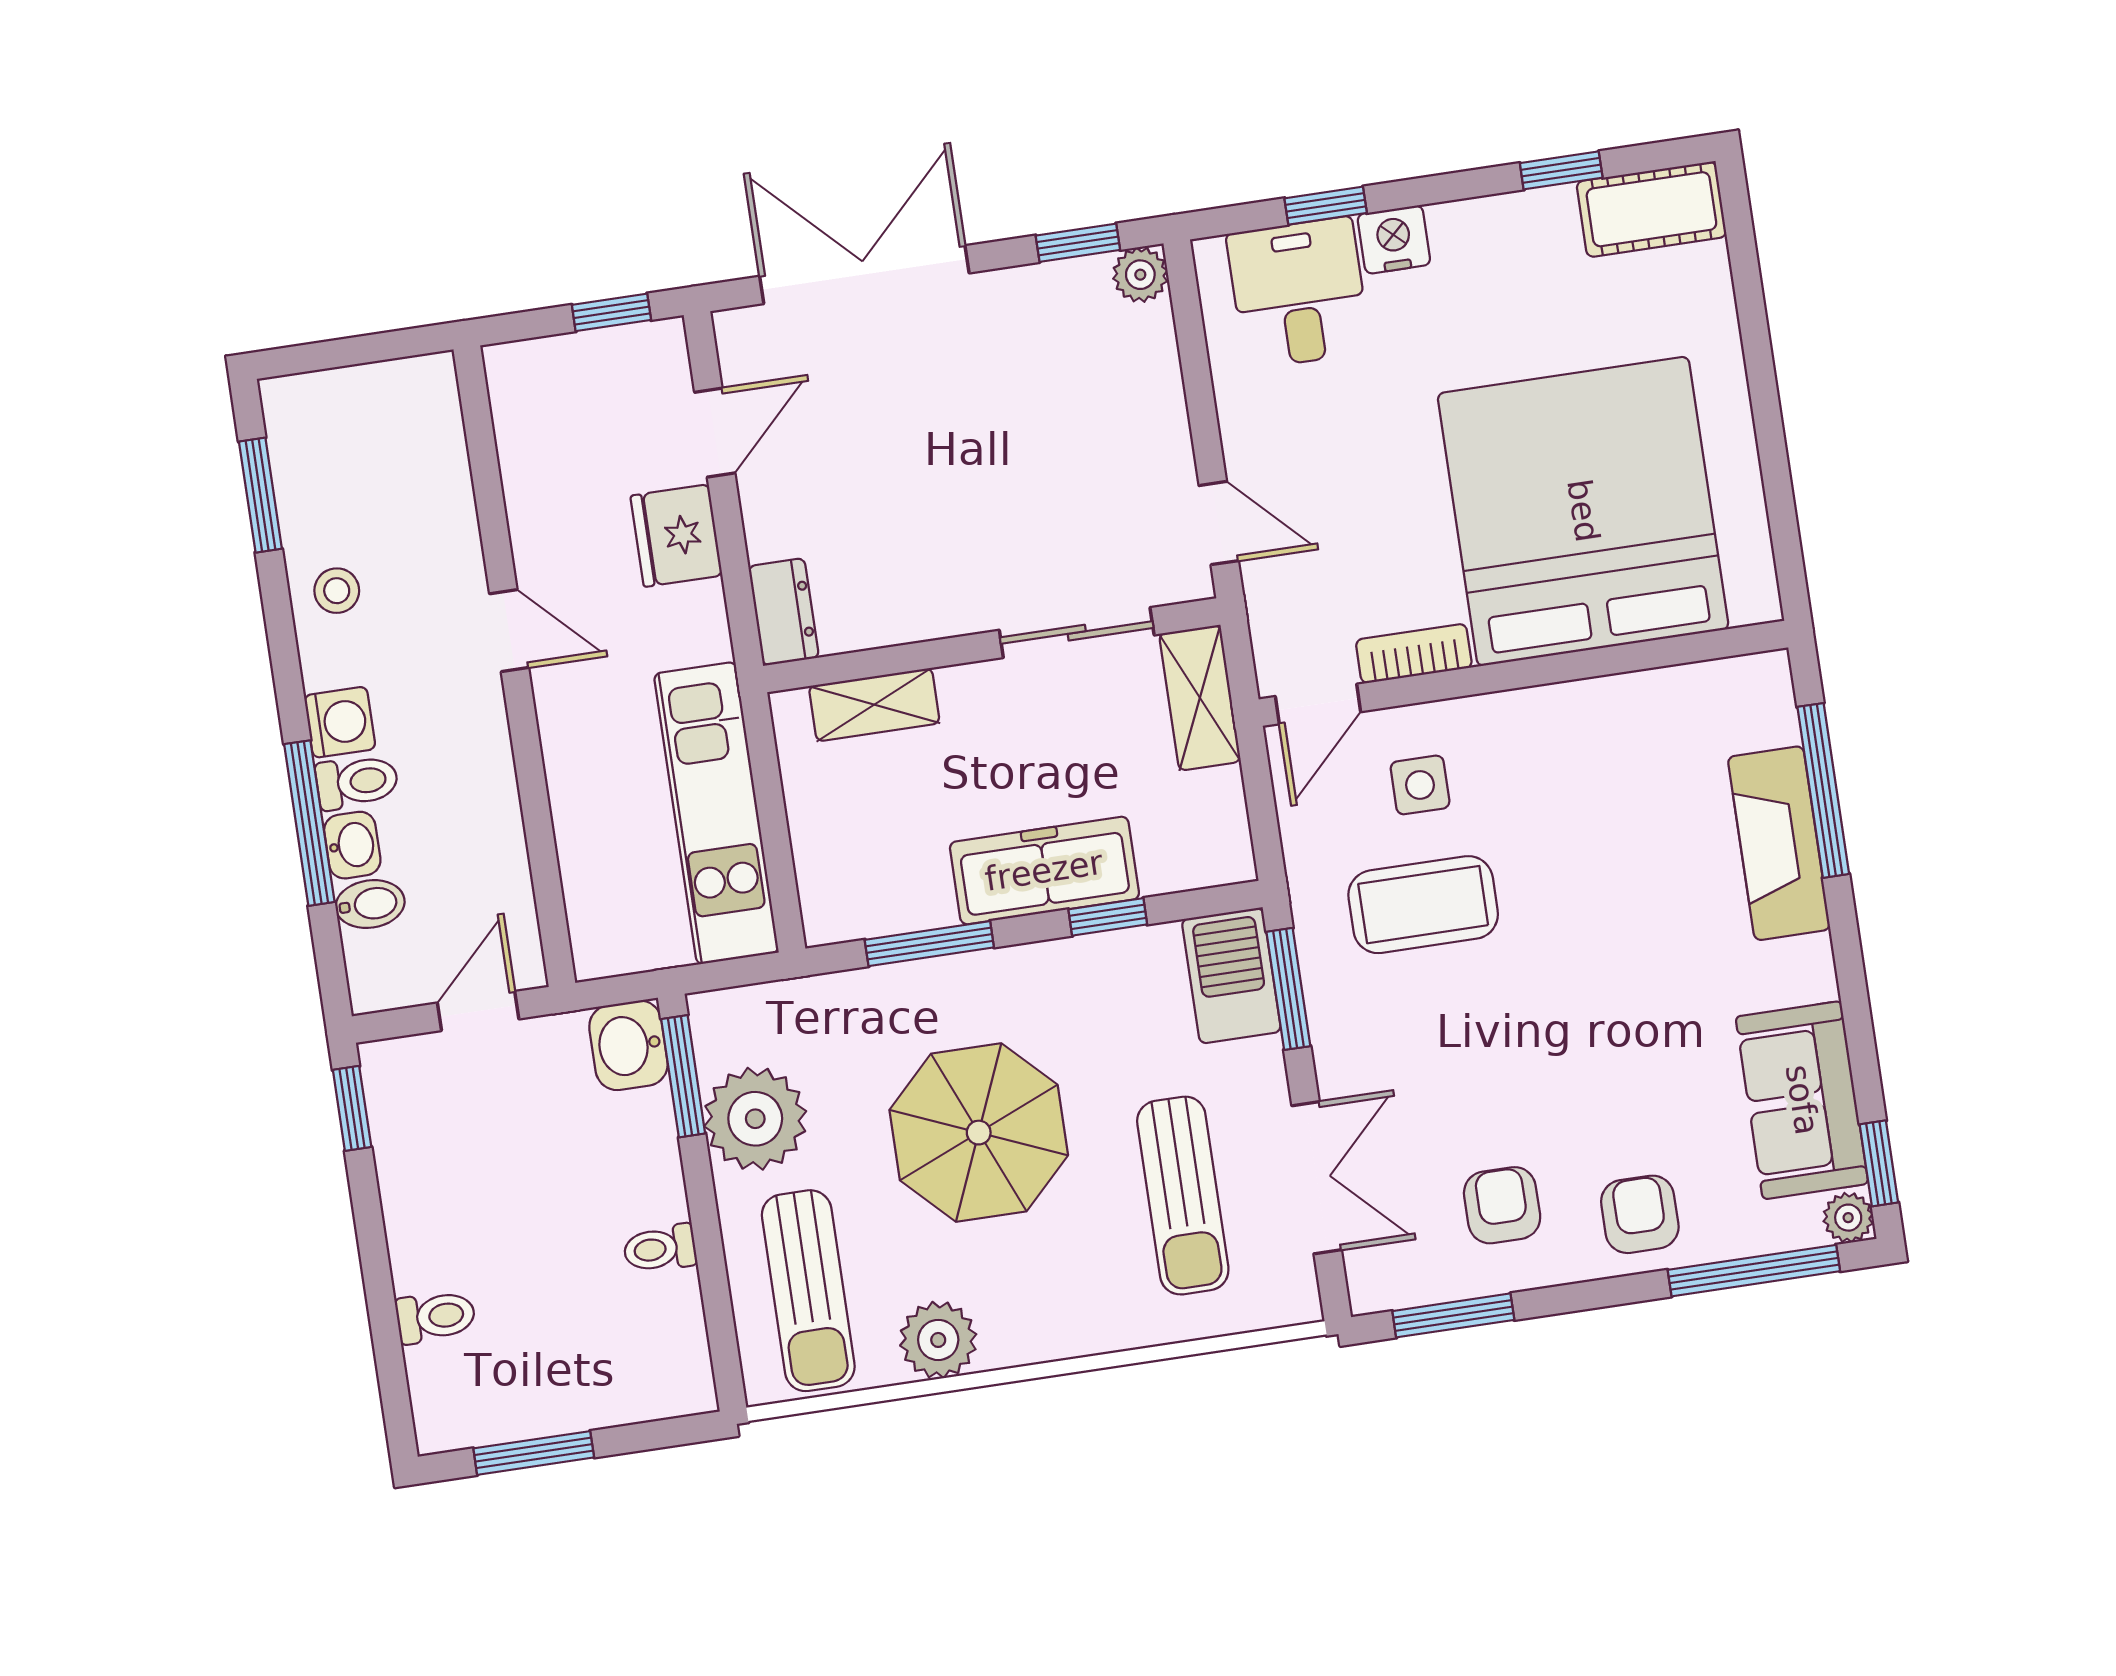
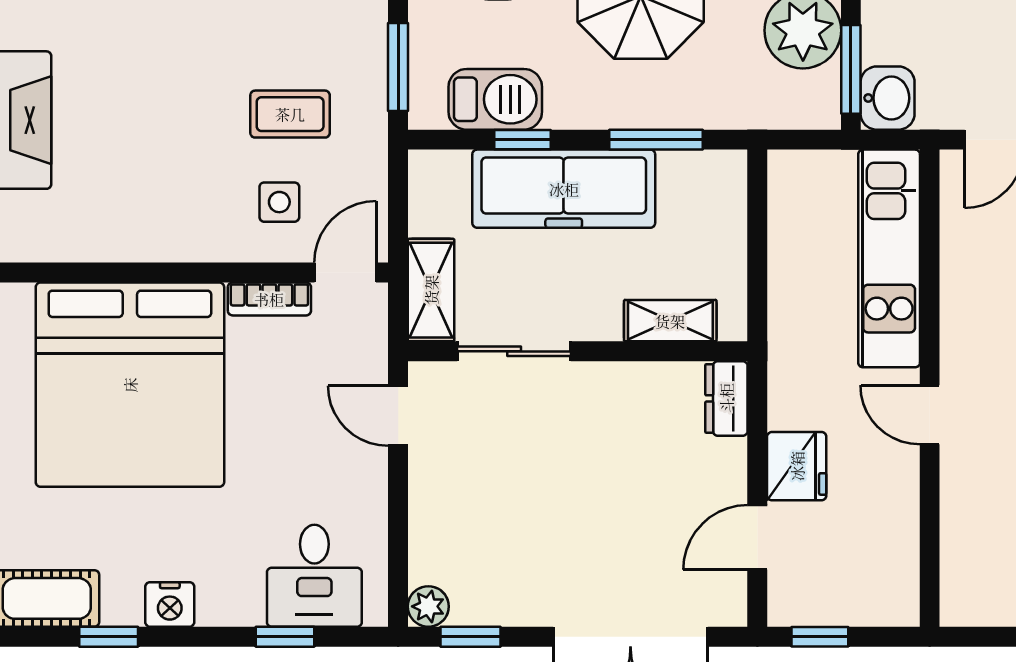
nightstand: (1394, 240) -> (170, 604), moved
kitchen unit: (716, 813) -> (889, 258), moved, turned 180
freezer: (1044, 871) -> (564, 189), width x1.36, depth x1.26
coffee table: (1423, 905) -> (290, 114), width x0.73, depth x0.77
barbecue: (1231, 976) -> (495, 99), moved, turned -90

